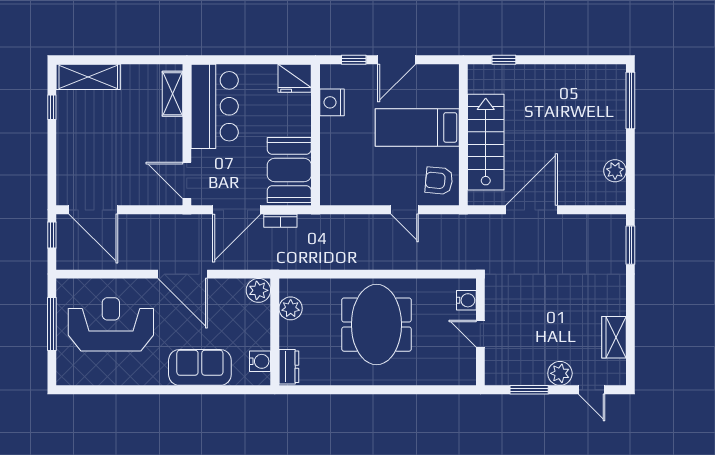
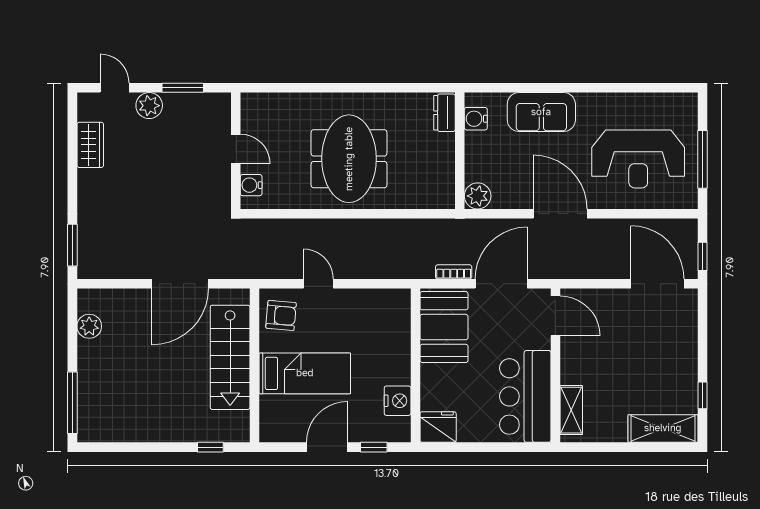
plant: (291, 308) -> (443, 176), removed

